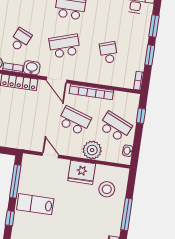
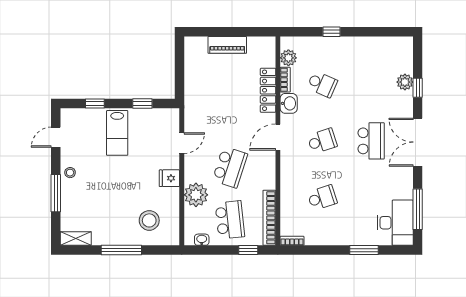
school desk: (65, 46) -> (322, 141), width x0.54
window: (150, 55) -> (326, 250), removed
bookcase: (91, 92) -> (269, 218), moved
school desk: (115, 127) -> (230, 220), turned -30
fridge: (82, 172) -> (169, 178), width x0.53, depth x0.75
window: (15, 181) -> (142, 104), width x0.46
lab bench: (35, 204) -> (117, 133), turned 180

